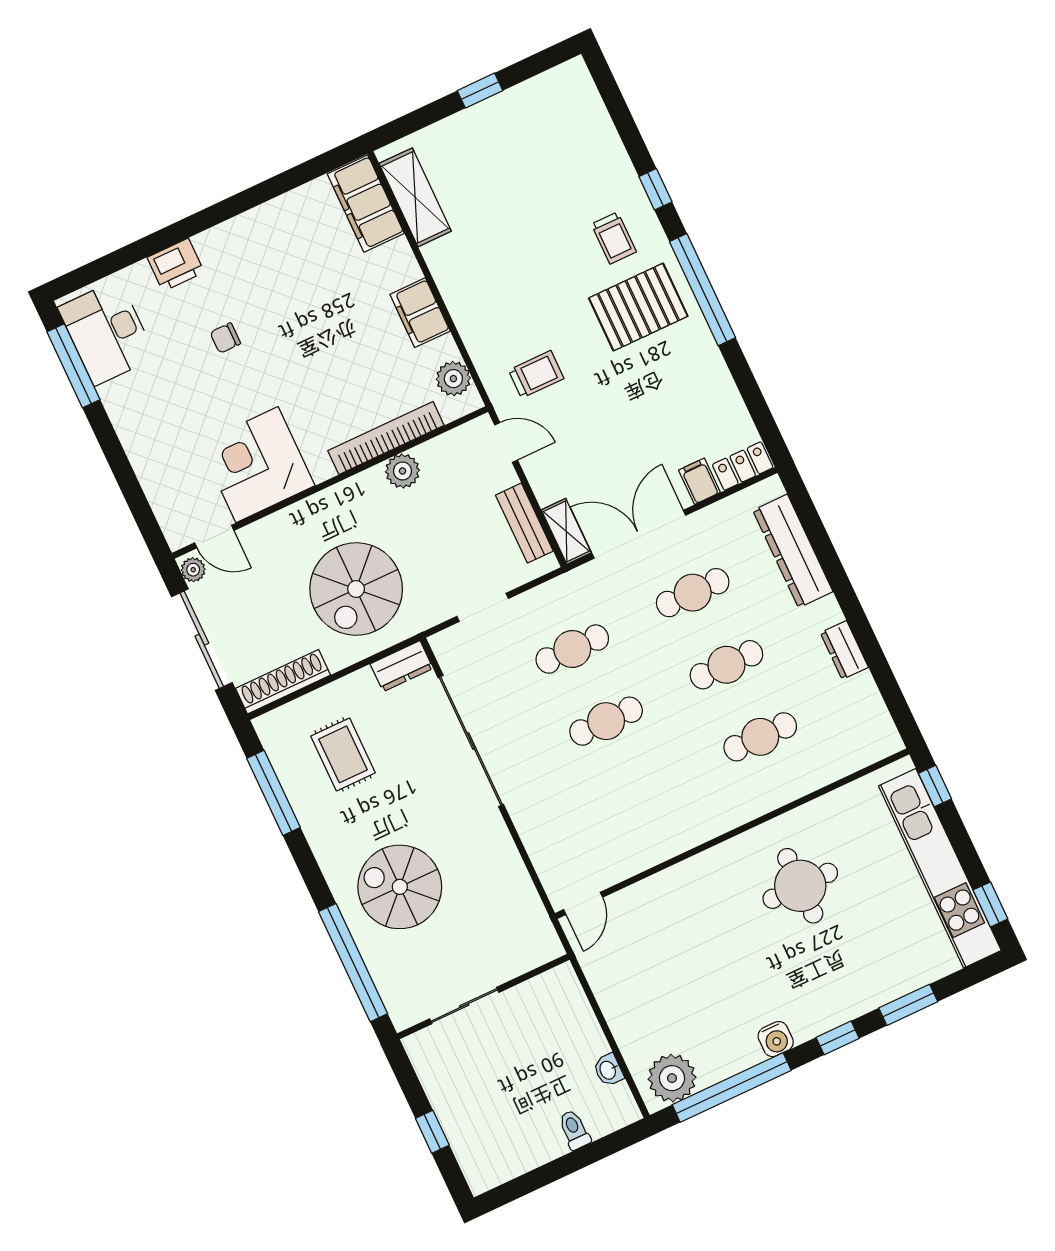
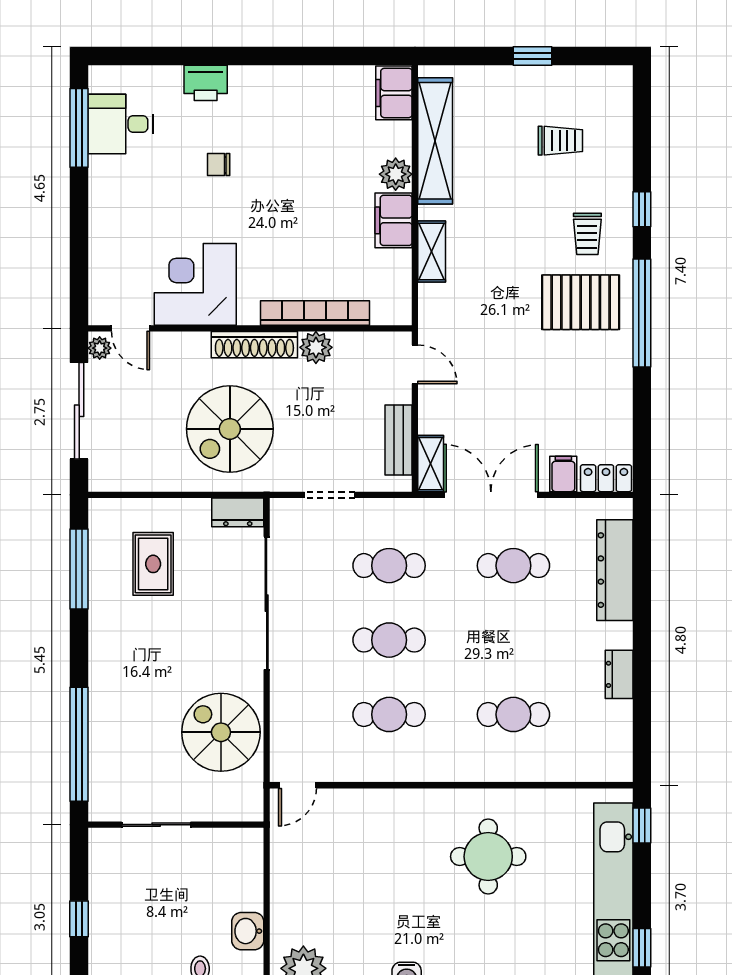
shelving: (415, 197) -> (435, 141), width x1.47
filing cabinet: (366, 204) -> (394, 93), width x0.67, depth x0.86
shelving: (471, 326) -> (432, 251), added
desk: (107, 332) -> (120, 124), width x0.73
trolley: (536, 374) -> (560, 141), moved
plant: (453, 379) -> (396, 174), moved
cafe table: (726, 665) -> (389, 714), moved
shoe rack: (283, 682) -> (254, 345), moved, turned 180
spiral stairs: (400, 887) -> (221, 732), moved
washbasin: (608, 1070) -> (248, 931), width x1.38, depth x1.45

